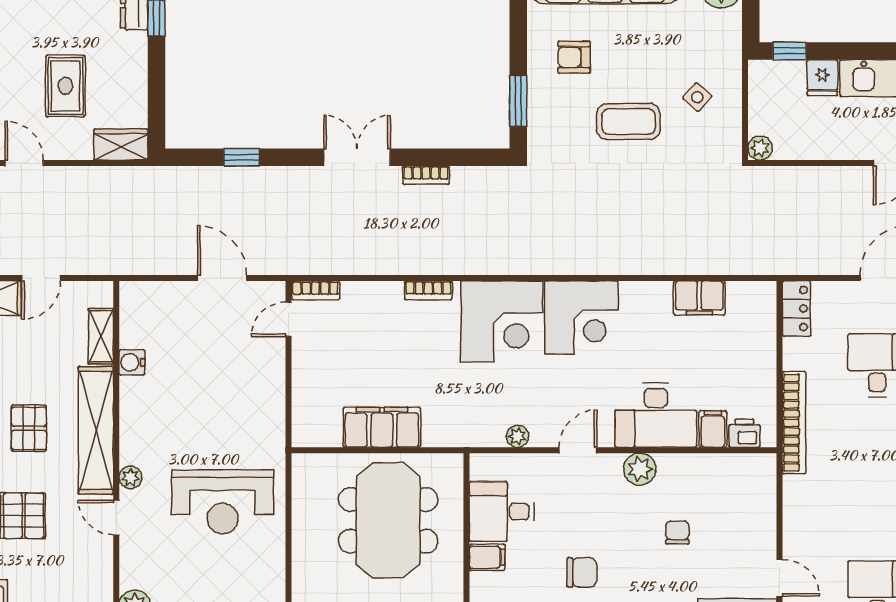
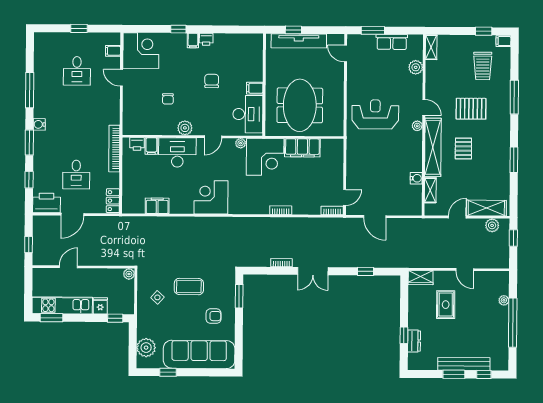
corner desk: (502, 321) -> (265, 157), moved, turned 180
desk: (502, 512) -> (248, 114), width x1.37
chair: (582, 572) -> (212, 81), turned 90

